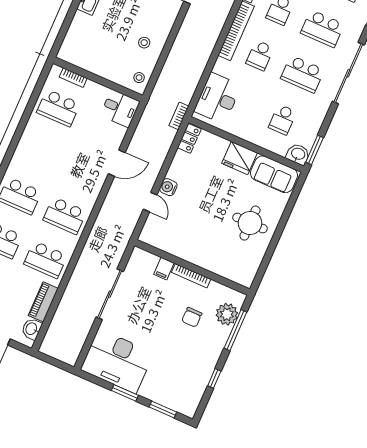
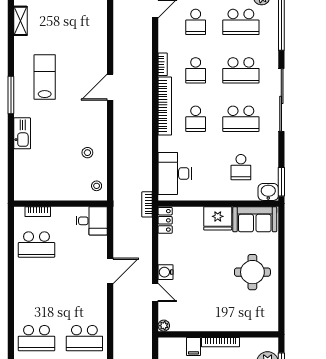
plant: (145, 237) -> (164, 326), added

